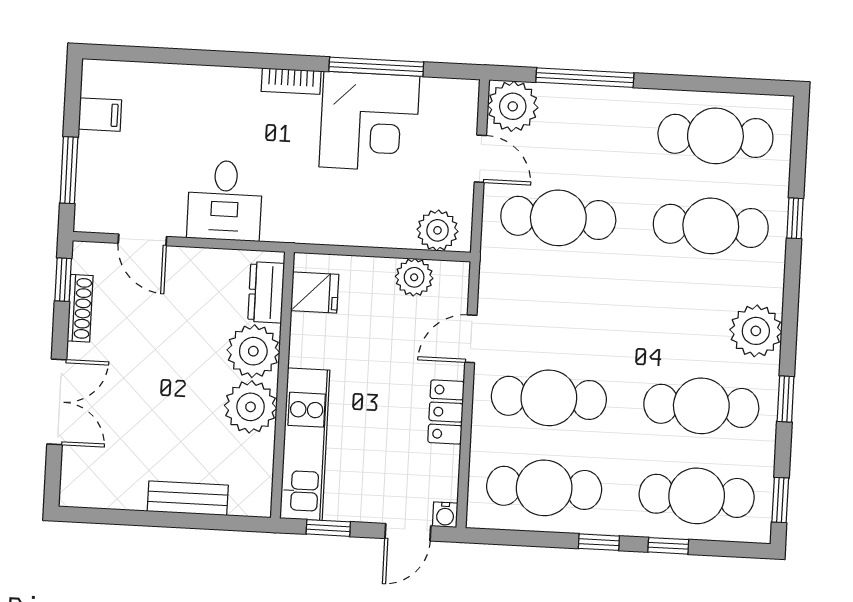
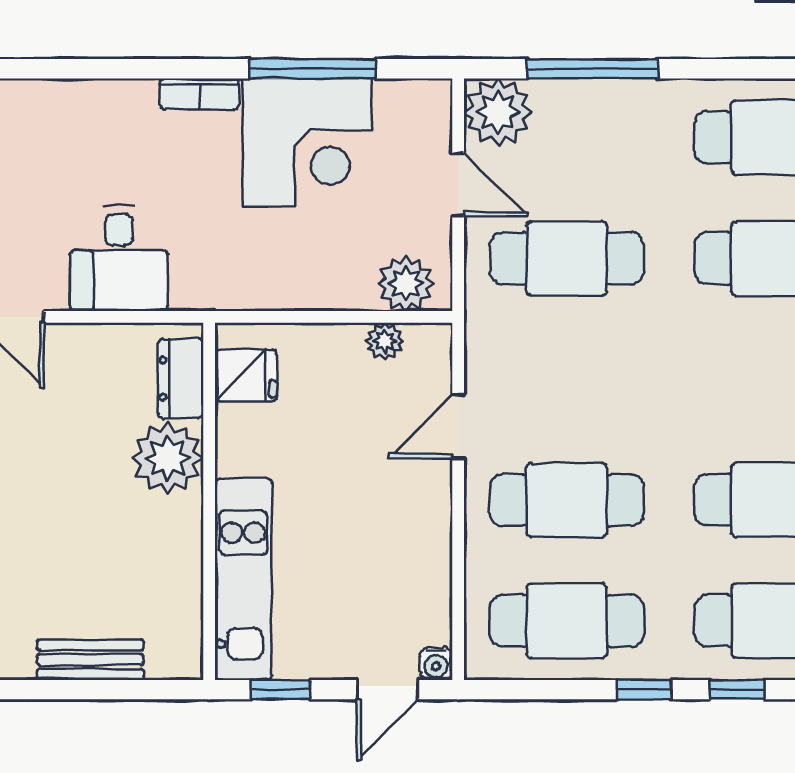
plant: (414, 277) -> (385, 341), width x0.73, depth x0.73
plant: (251, 407) -> (168, 533), removed
locker: (446, 412) -> (430, 526), removed

